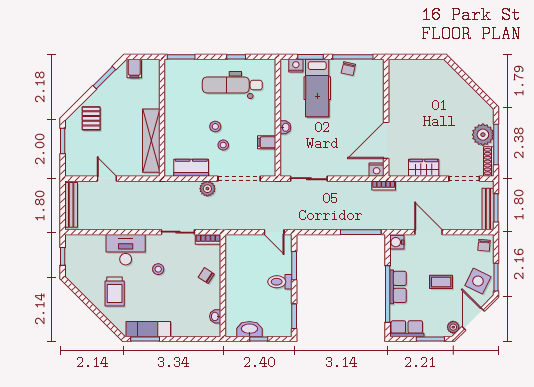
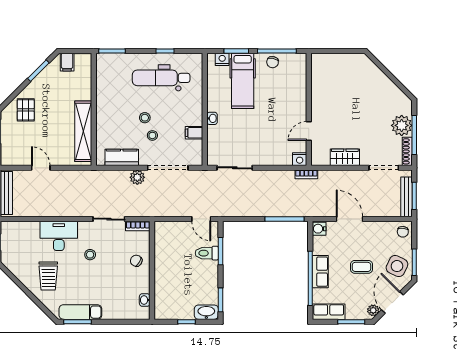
door: (386, 140) -> (309, 131), width x0.53
toilet: (280, 282) -> (207, 253), moved
washbasin: (249, 329) -> (206, 312), moved

